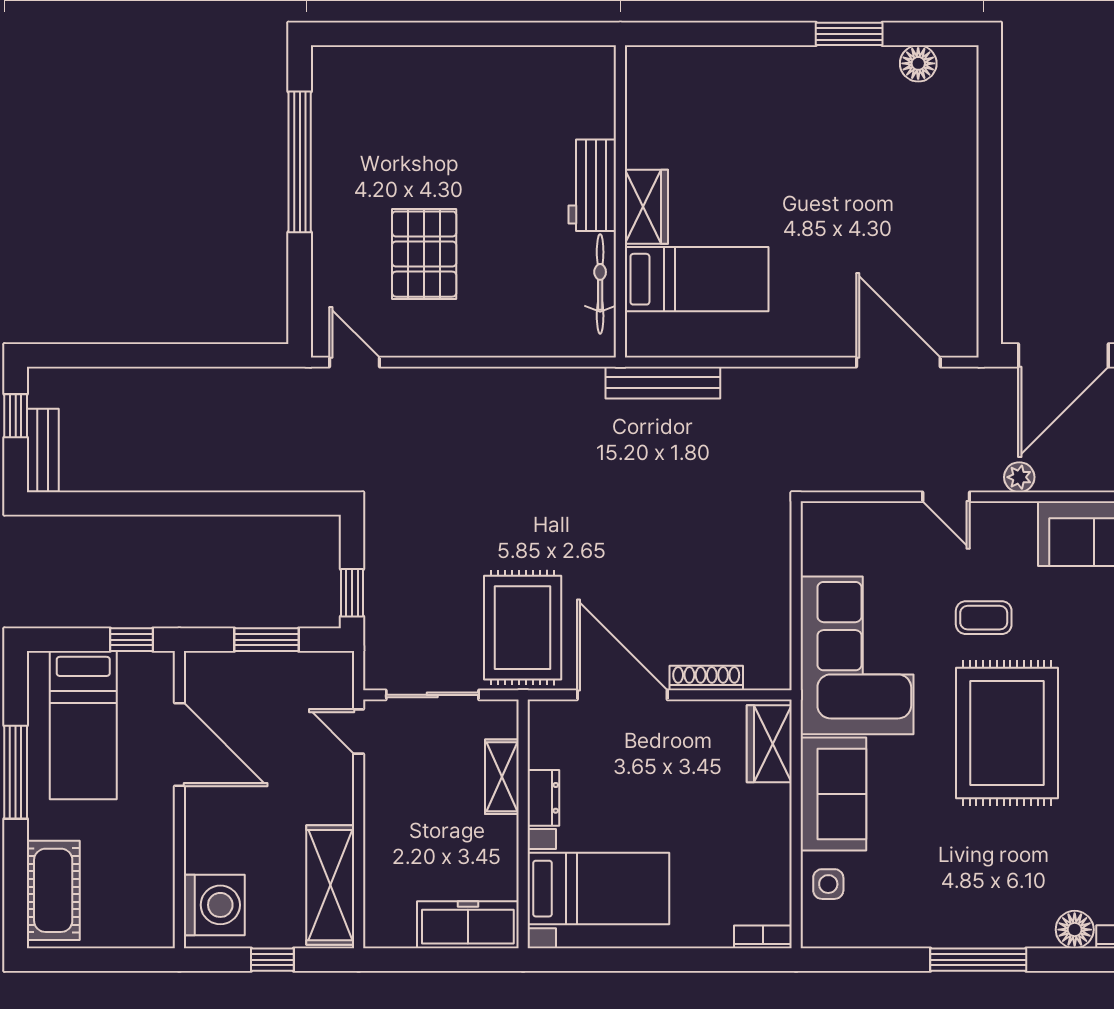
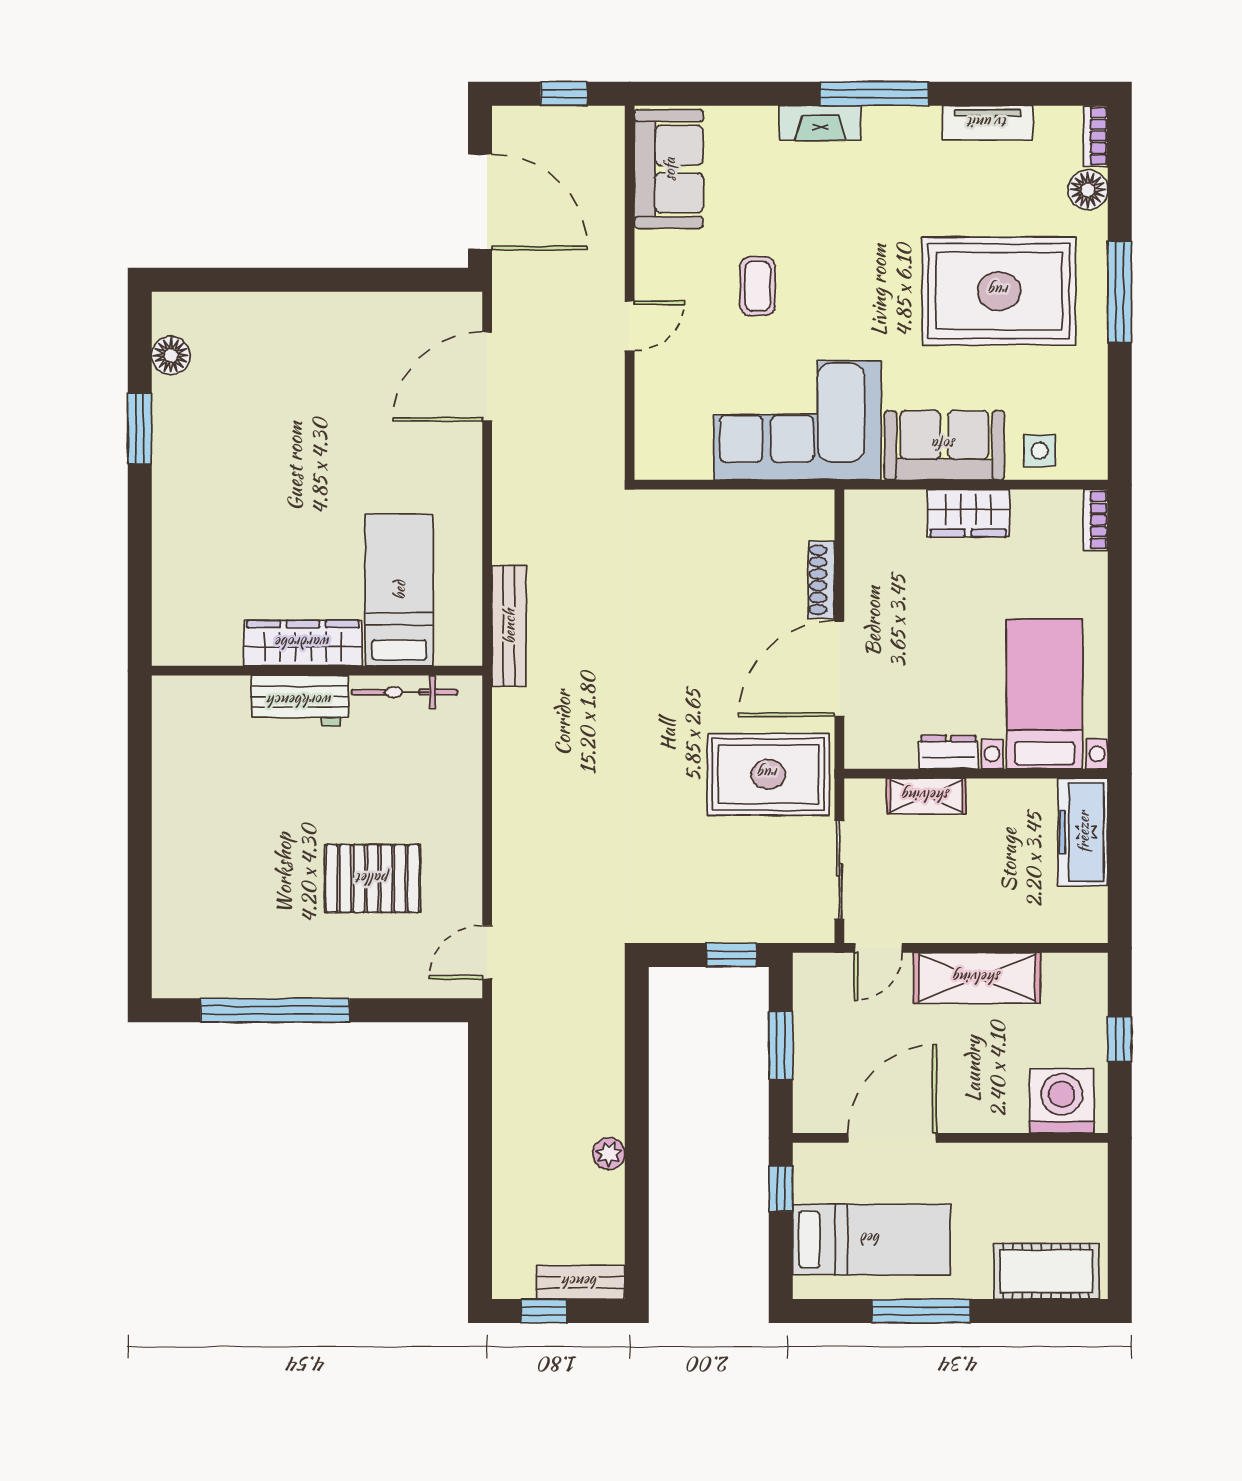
wardrobe: (646, 207) -> (303, 643), width x1.50
plant: (1019, 477) -> (609, 1154), moved
rug: (1007, 733) -> (999, 291), moved
wardrobe: (769, 744) -> (968, 513), moved
shelving: (330, 885) -> (977, 978), moved

